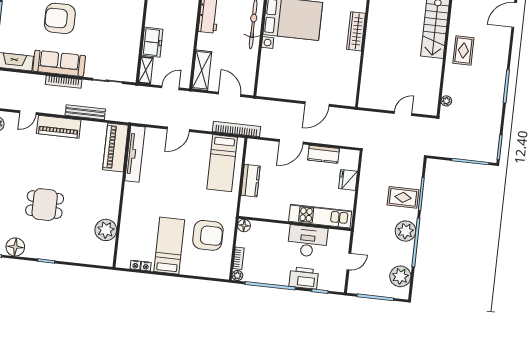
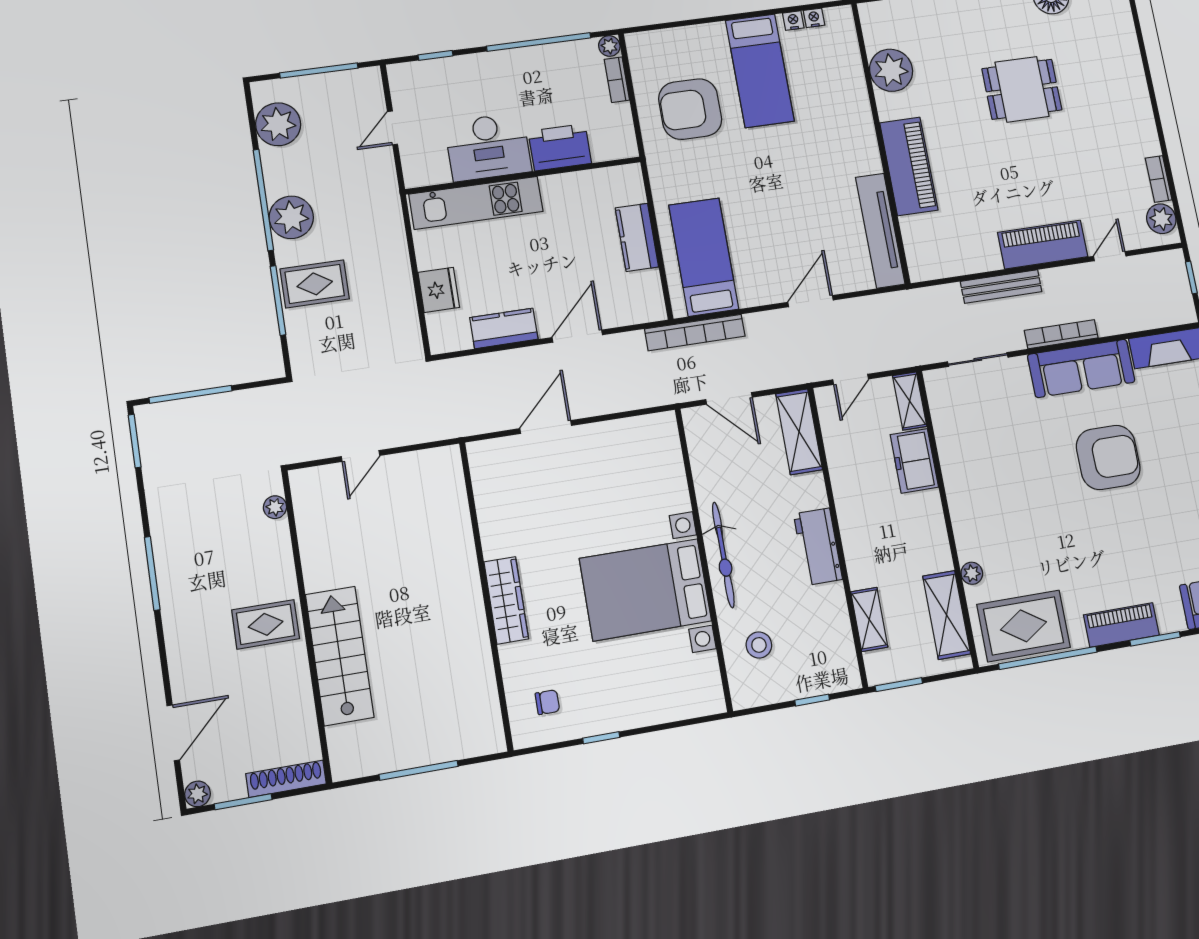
rug: (463, 50) -> (266, 624), turned 90
piano: (115, 148) -> (909, 166), moved
floor lamp: (244, 226) -> (624, 146), removed
printer: (304, 278) -> (560, 147), moved, turned 180

